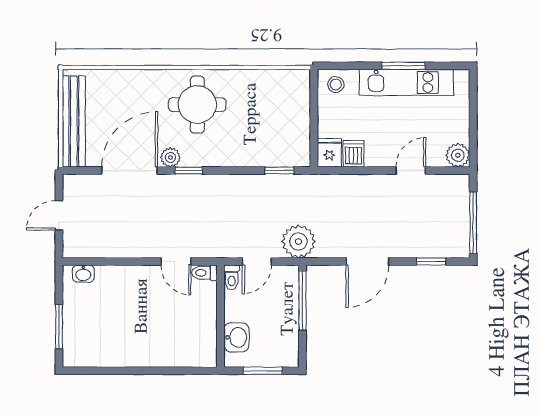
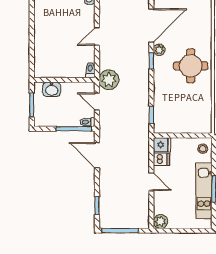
door: (130, 171) -> (151, 25), hinge flipped
door: (411, 171) -> (151, 182), moved
plant: (298, 242) -> (109, 80), moved
door: (176, 262) -> (97, 37), moved
door: (367, 262) -> (97, 155), moved
toilet: (232, 277) -> (87, 122), moved

